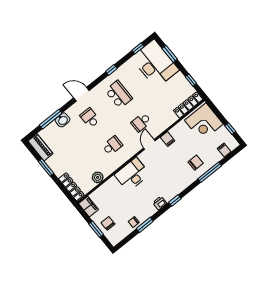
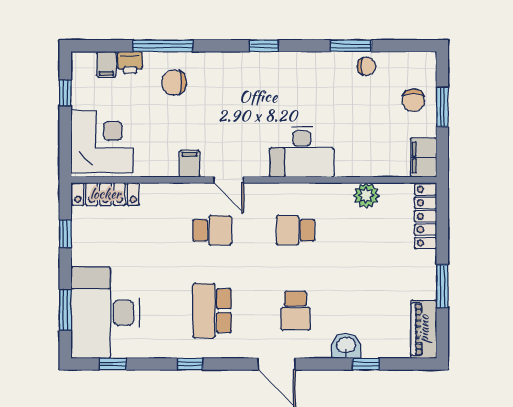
window: (51, 119) -> (366, 364), width x0.46
door: (149, 144) -> (229, 180), hinge flipped
printer: (160, 203) -> (130, 62), moved

